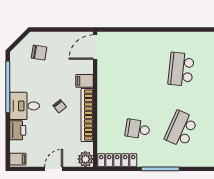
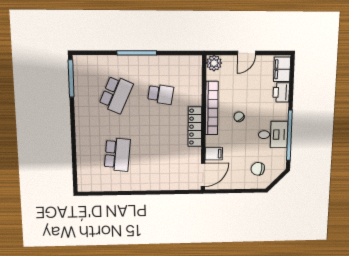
filing cabinet: (85, 81) -> (214, 154), moved
desk: (25, 106) -> (273, 135), moved
filing cabinet: (18, 159) -> (282, 69), width x2.00
locker: (117, 160) -> (195, 127), moved, turned 90

